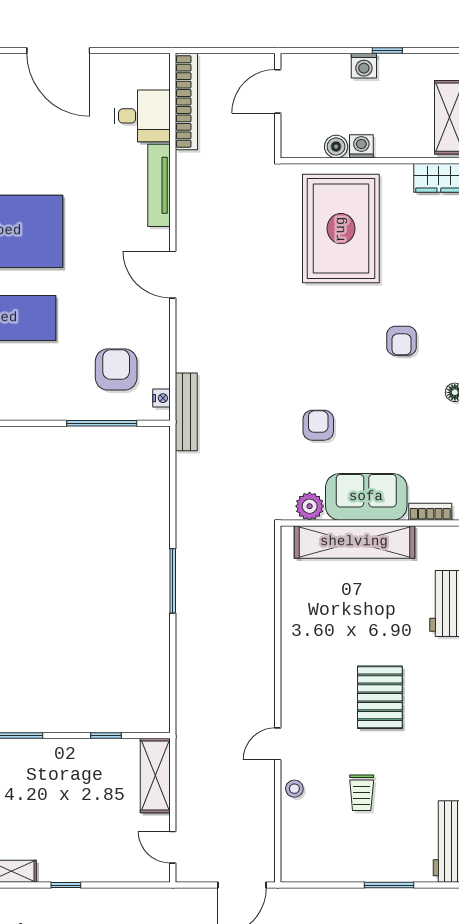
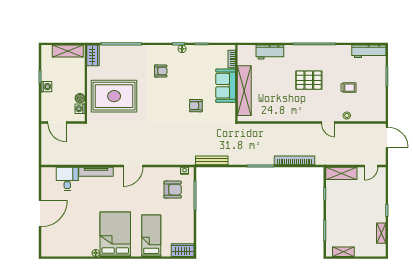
bookcase: (186, 101) -> (295, 160), moved
washing machine: (361, 146) -> (80, 109), moved
armchair: (116, 369) -> (173, 190), turned 180
bench: (186, 412) -> (212, 160), moved
plant: (310, 506) -> (229, 109), removed

